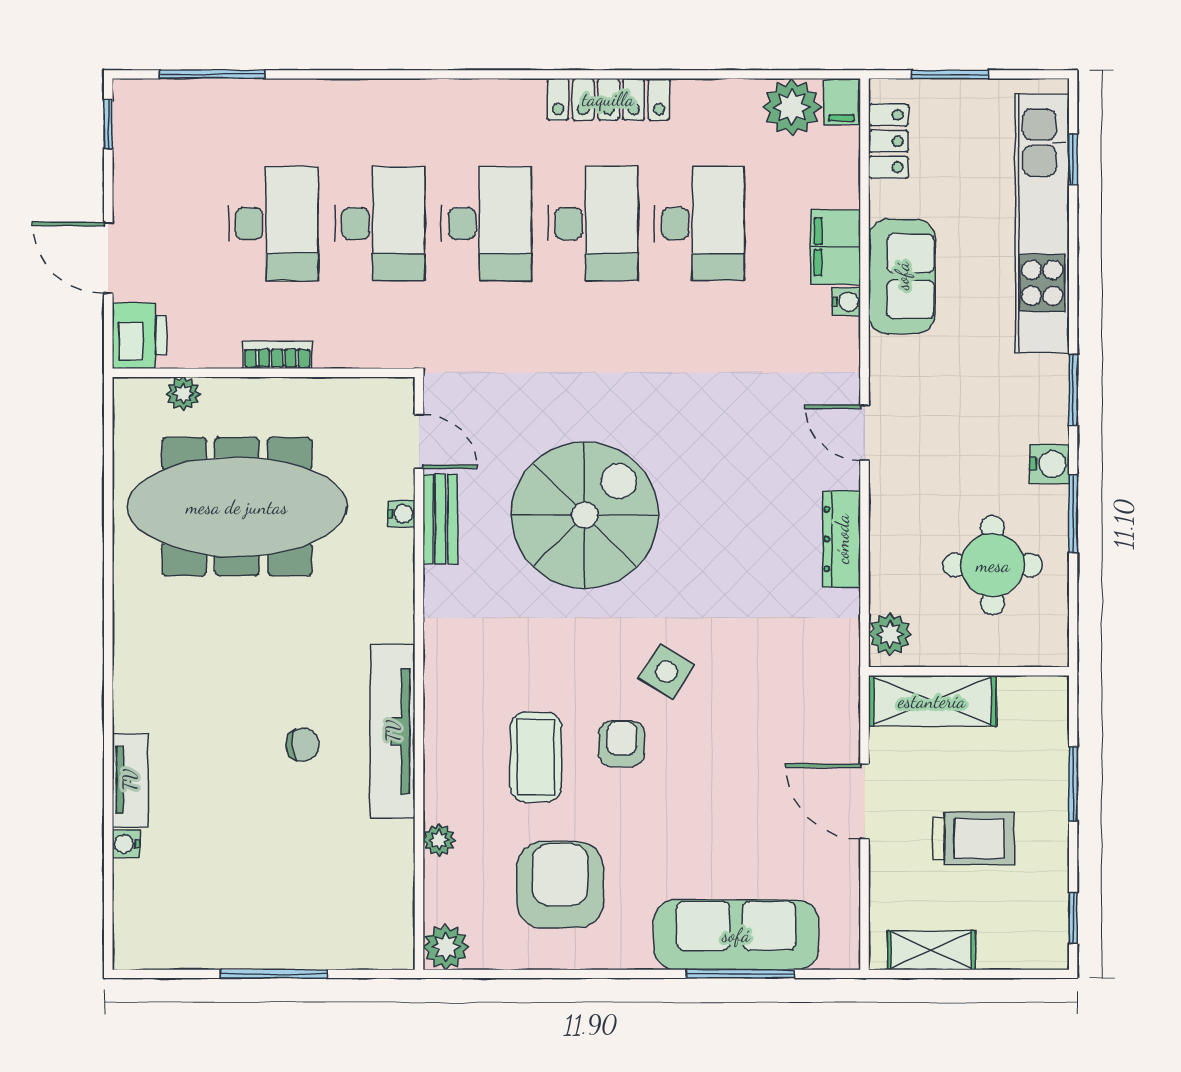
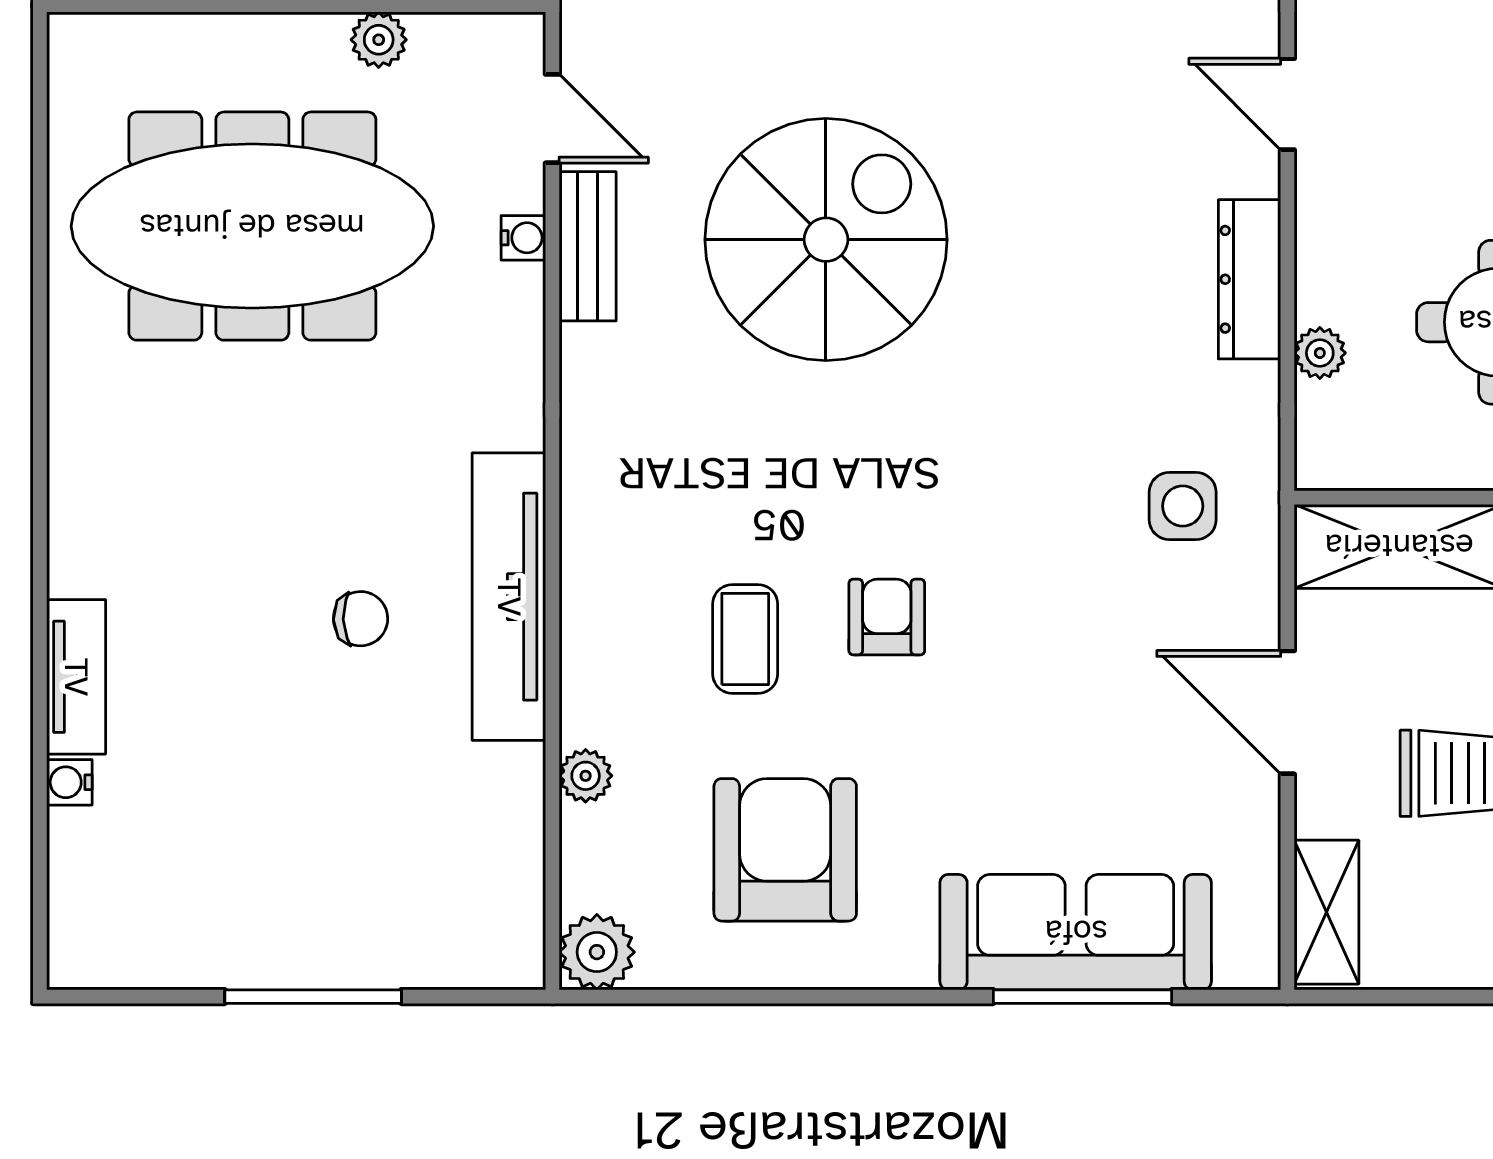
plant: (183, 394) -> (379, 40), moved
plant: (890, 634) -> (1320, 353), moved, width x0.73, depth x0.73
side table: (667, 672) -> (1183, 506), moved, turned -32
coffee table: (536, 757) -> (745, 639), width x0.73, depth x0.77
shelving: (931, 950) -> (1326, 912), moved, turned 90

